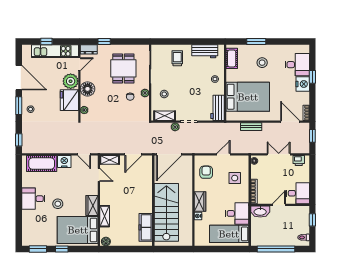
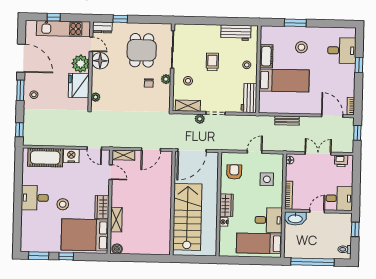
trolley: (177, 58) -> (212, 62), moved
cot: (232, 58) -> (266, 56), moved
door: (79, 64) -> (91, 44), hinge flipped
nightstand: (303, 84) -> (348, 73), removed
floor lamp: (88, 89) -> (100, 61), moved
bed: (248, 97) -> (284, 80), width x0.67
freezer: (146, 227) -> (163, 234), removed

